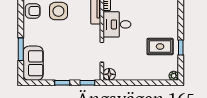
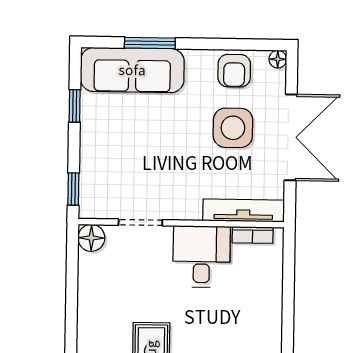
sofa: (33, 63) -> (132, 70), width x1.36
window: (62, 83) -> (75, 106), moved

